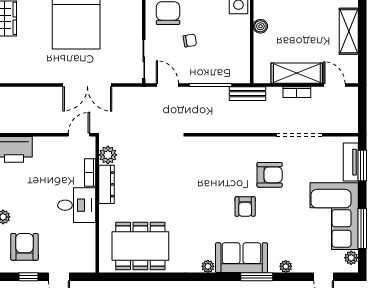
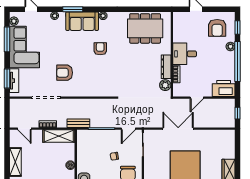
shelving: (297, 73) -> (59, 136), moved
door: (167, 85) -> (128, 129), hinge flipped
door: (79, 135) -> (197, 98), moved
armchair: (245, 207) -> (100, 49), moved
window: (29, 277) -> (215, 9), removed

